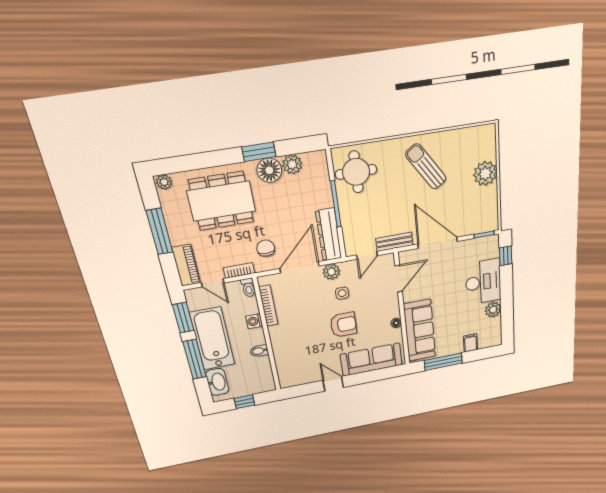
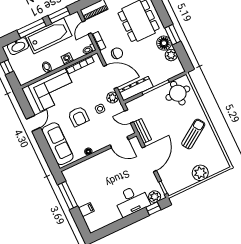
plant: (493, 310) -> (155, 197), moved
sofa: (420, 331) -> (87, 170), removed
corner sofa: (294, 350) -> (53, 90), added

